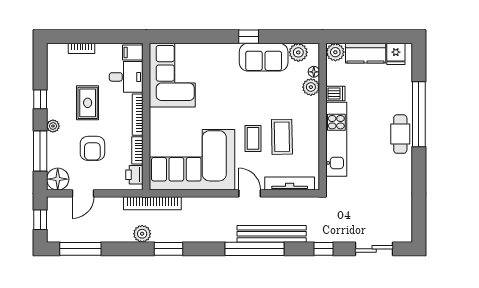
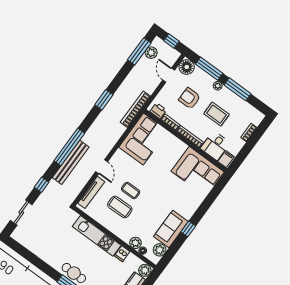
window: (40, 99) -> (237, 89), width x2.17
corner sofa: (192, 160) -> (143, 139), width x0.73, depth x0.74
door: (250, 193) -> (102, 167), hinge flipped
plant: (142, 234) -> (151, 53), moved

